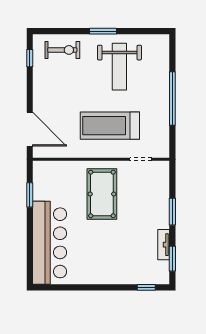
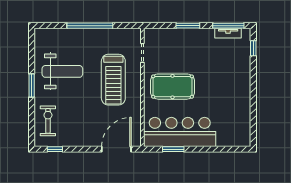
bar counter: (50, 243) -> (180, 132), moved
tv unit: (164, 245) -> (228, 33), moved
window: (172, 259) -> (228, 26), width x1.44

